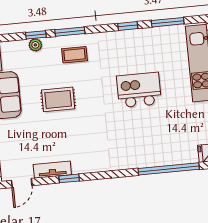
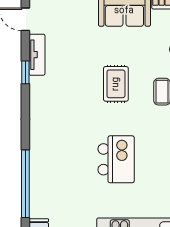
rug: (58, 99) -> (116, 84), moved

